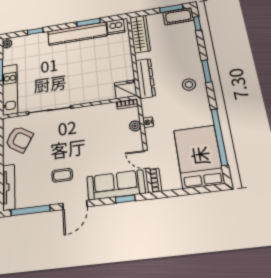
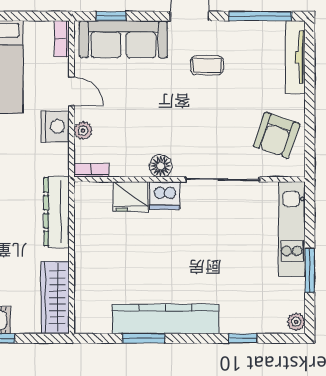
dishwasher: (116, 27) -> (165, 196), moved, turned 180
fridge: (126, 89) -> (131, 197), moved
floor lamp: (86, 112) -> (161, 166), added
nightstand: (148, 122) -> (55, 126), width x1.89, depth x1.79
armchair: (19, 139) -> (277, 135), turned -102
door: (146, 159) -> (72, 91), moved

